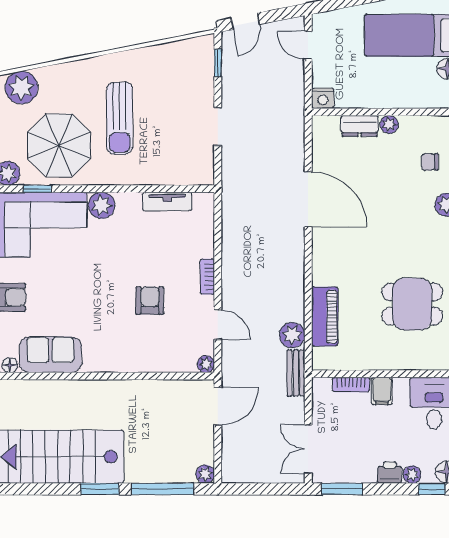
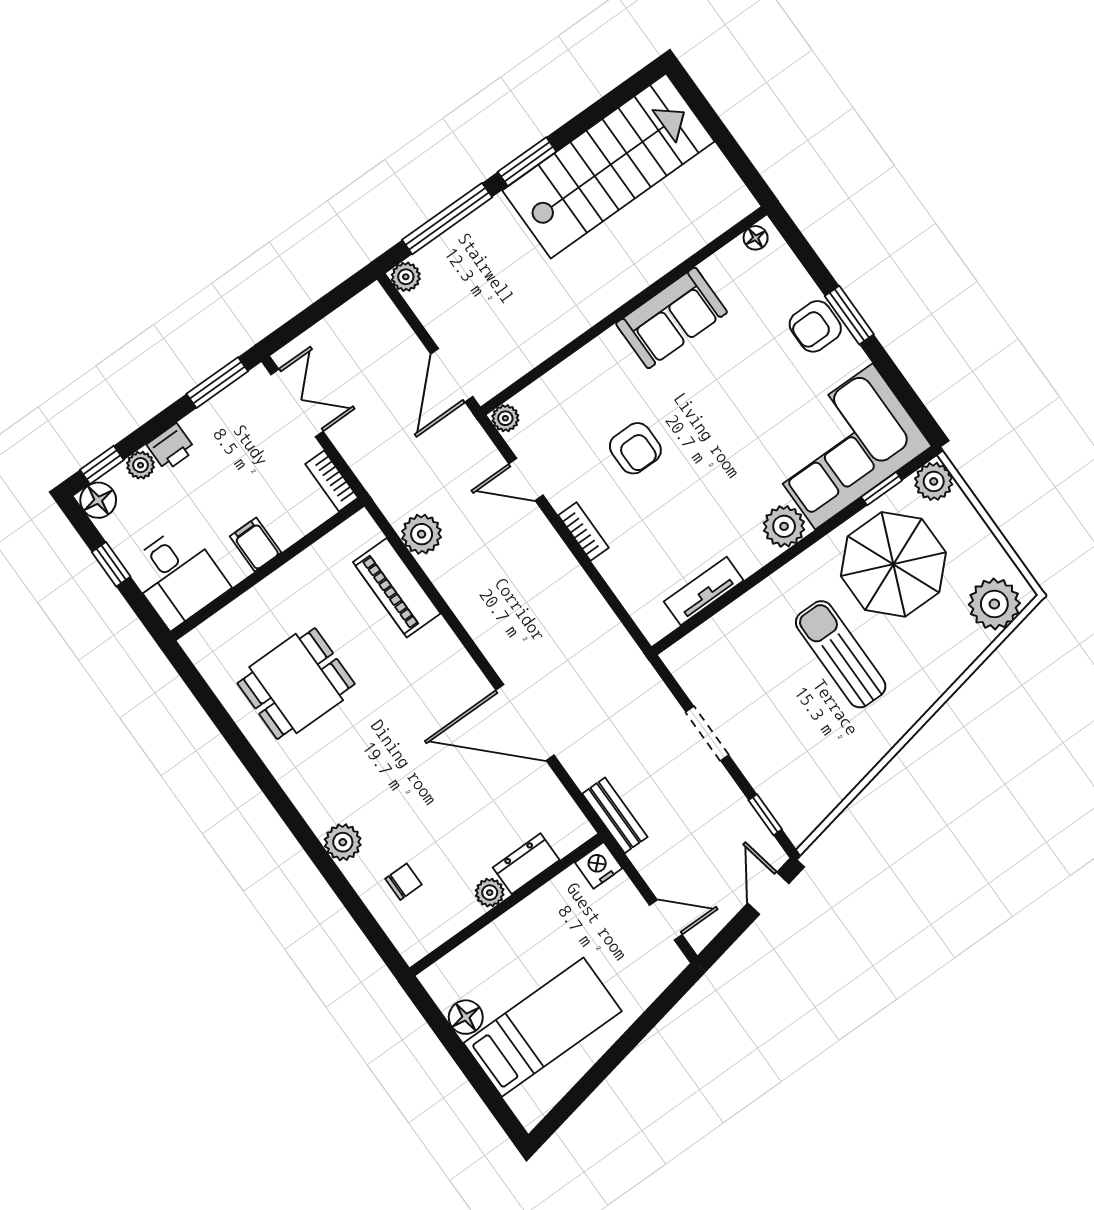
sofa: (50, 355) -> (672, 318), moved
bench: (296, 373) -> (615, 815), moved
bookcase: (351, 385) -> (332, 481), moved, turned -90

